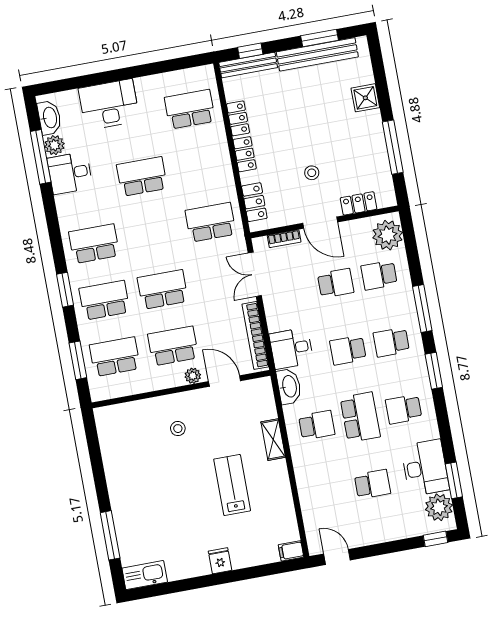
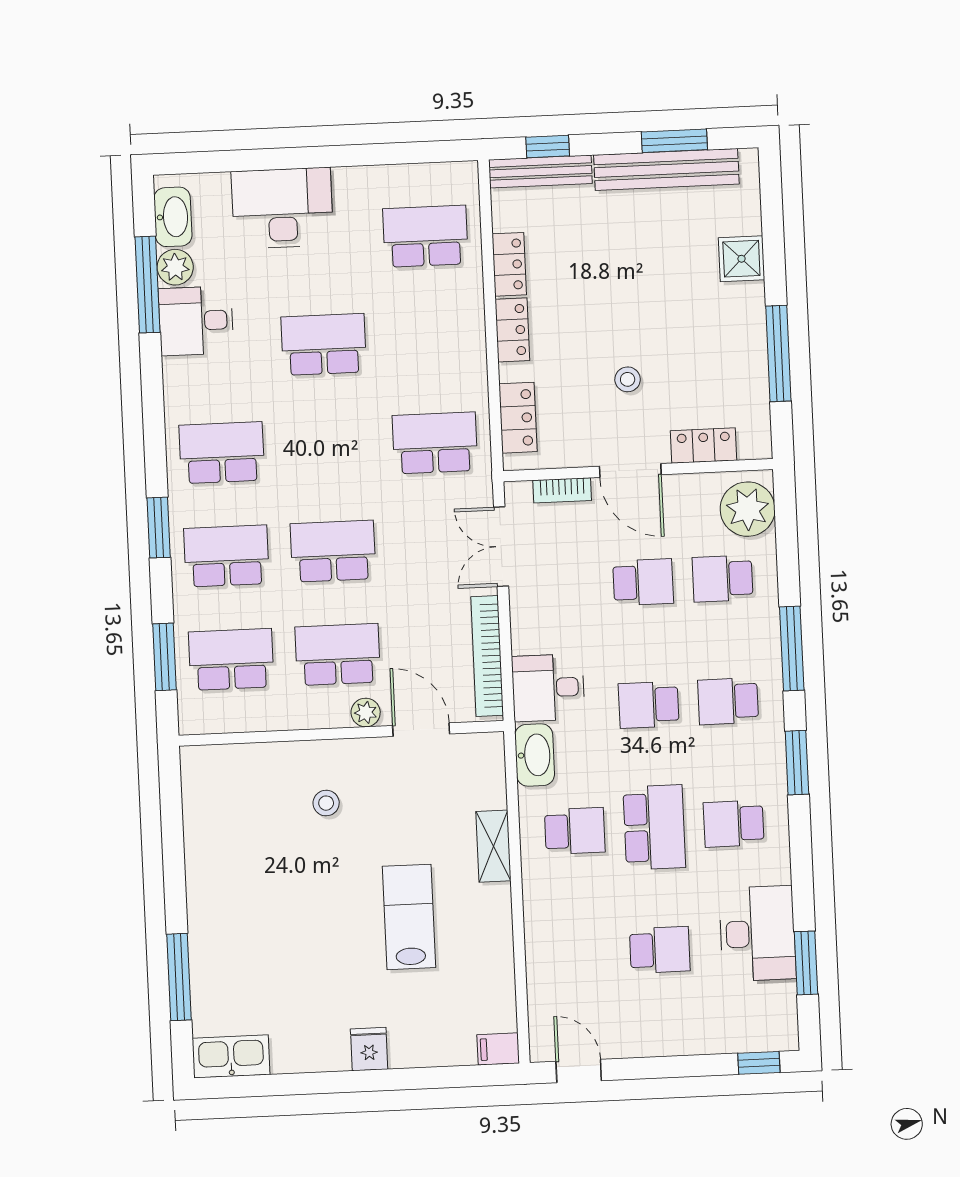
plant: (439, 507) -> (773, 1007), removed

